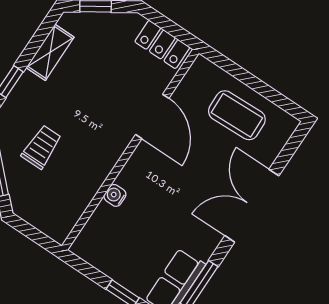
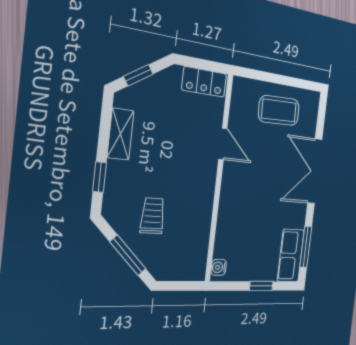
door: (152, 116) -> (223, 144), width x0.73
water cooler: (115, 195) -> (219, 267), moved

